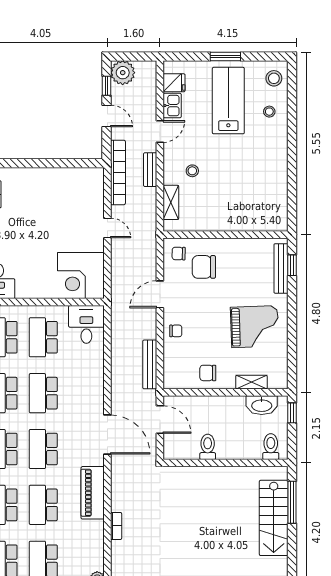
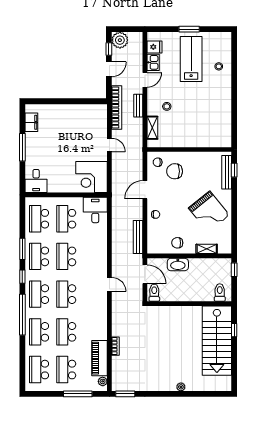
stool: (274, 78) -> (222, 44), removed
door: (106, 116) -> (109, 69), hinge flipped
grand piano: (255, 327) -> (209, 212), turned 53
washbasin: (262, 405) -> (178, 265), moved
door: (107, 435) -> (109, 284), width x0.53
toilet: (208, 447) -> (154, 293), moved
piano: (93, 493) -> (99, 358), moved
window: (292, 502) -> (234, 330), width x0.46
stairs: (274, 518) -> (217, 341), width x1.36, depth x1.51

